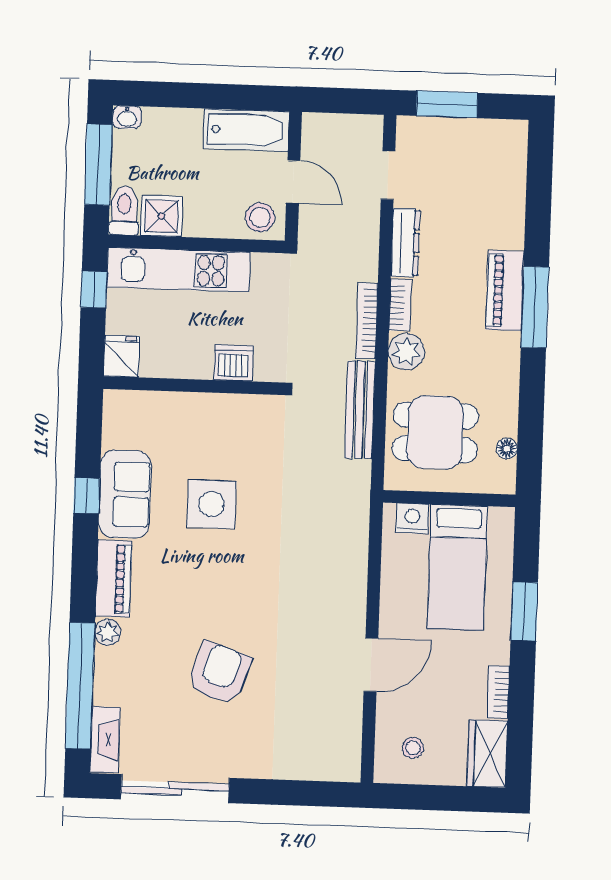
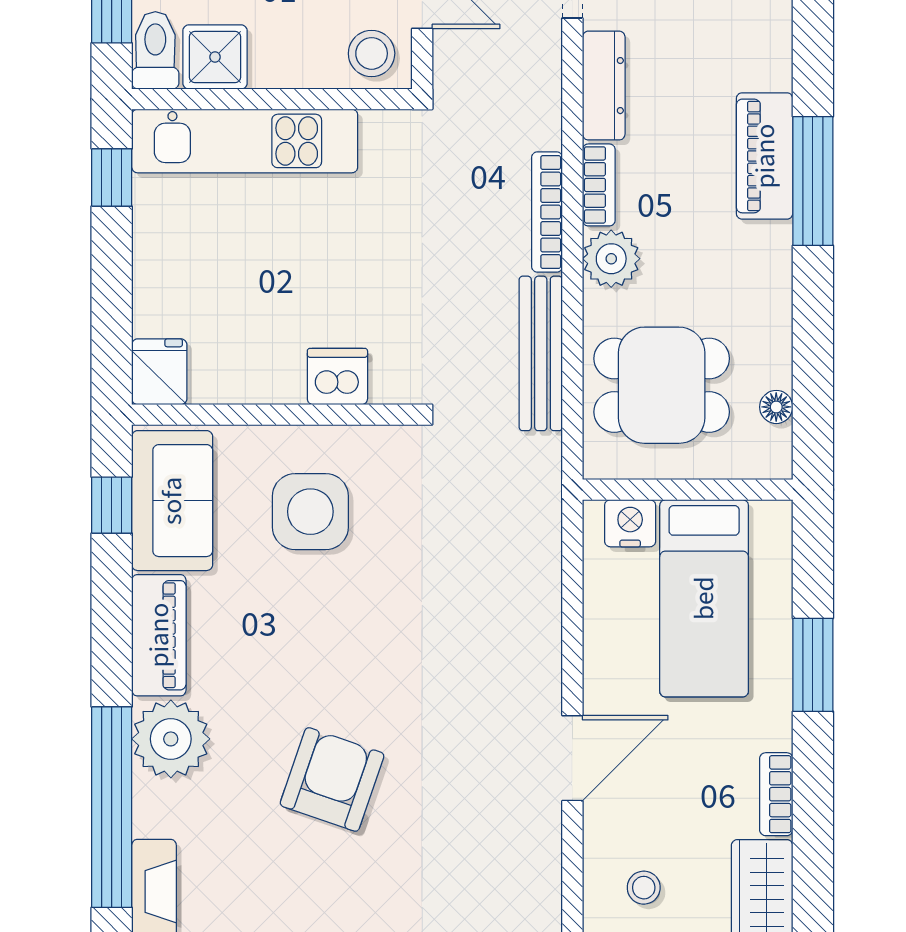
fridge: (122, 356) -> (159, 372), moved
dishwasher: (233, 363) -> (337, 376), moved
wall: (191, 386) -> (272, 415), moved
plant: (108, 632) -> (171, 739), width x1.88, depth x1.88

